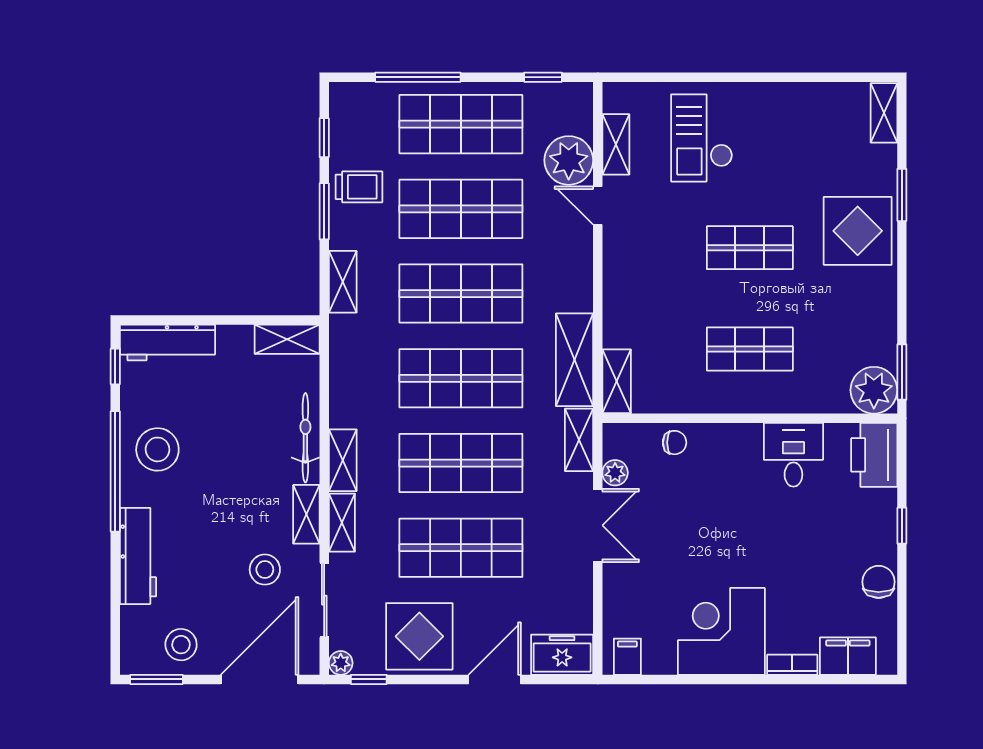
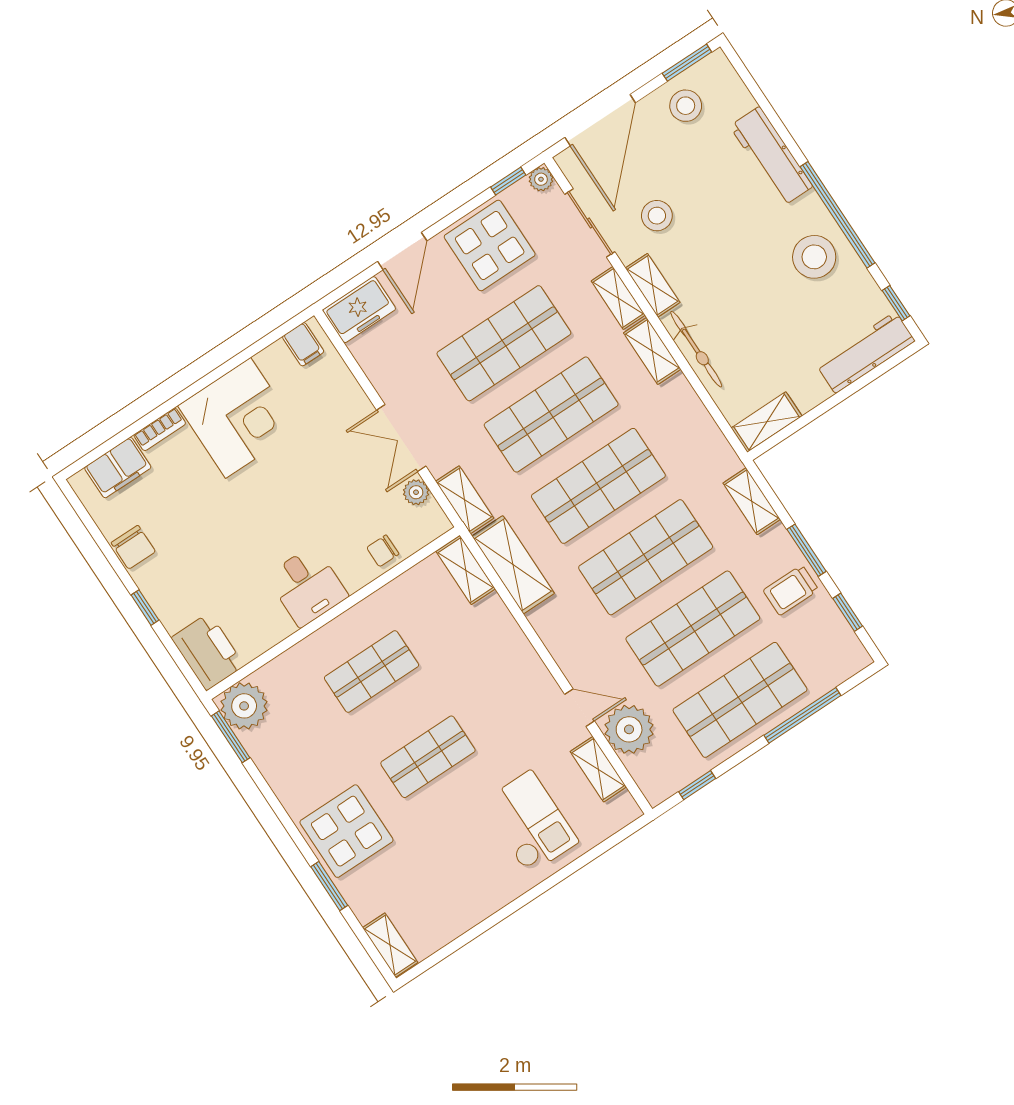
desk: (793, 455) -> (307, 586), moved

